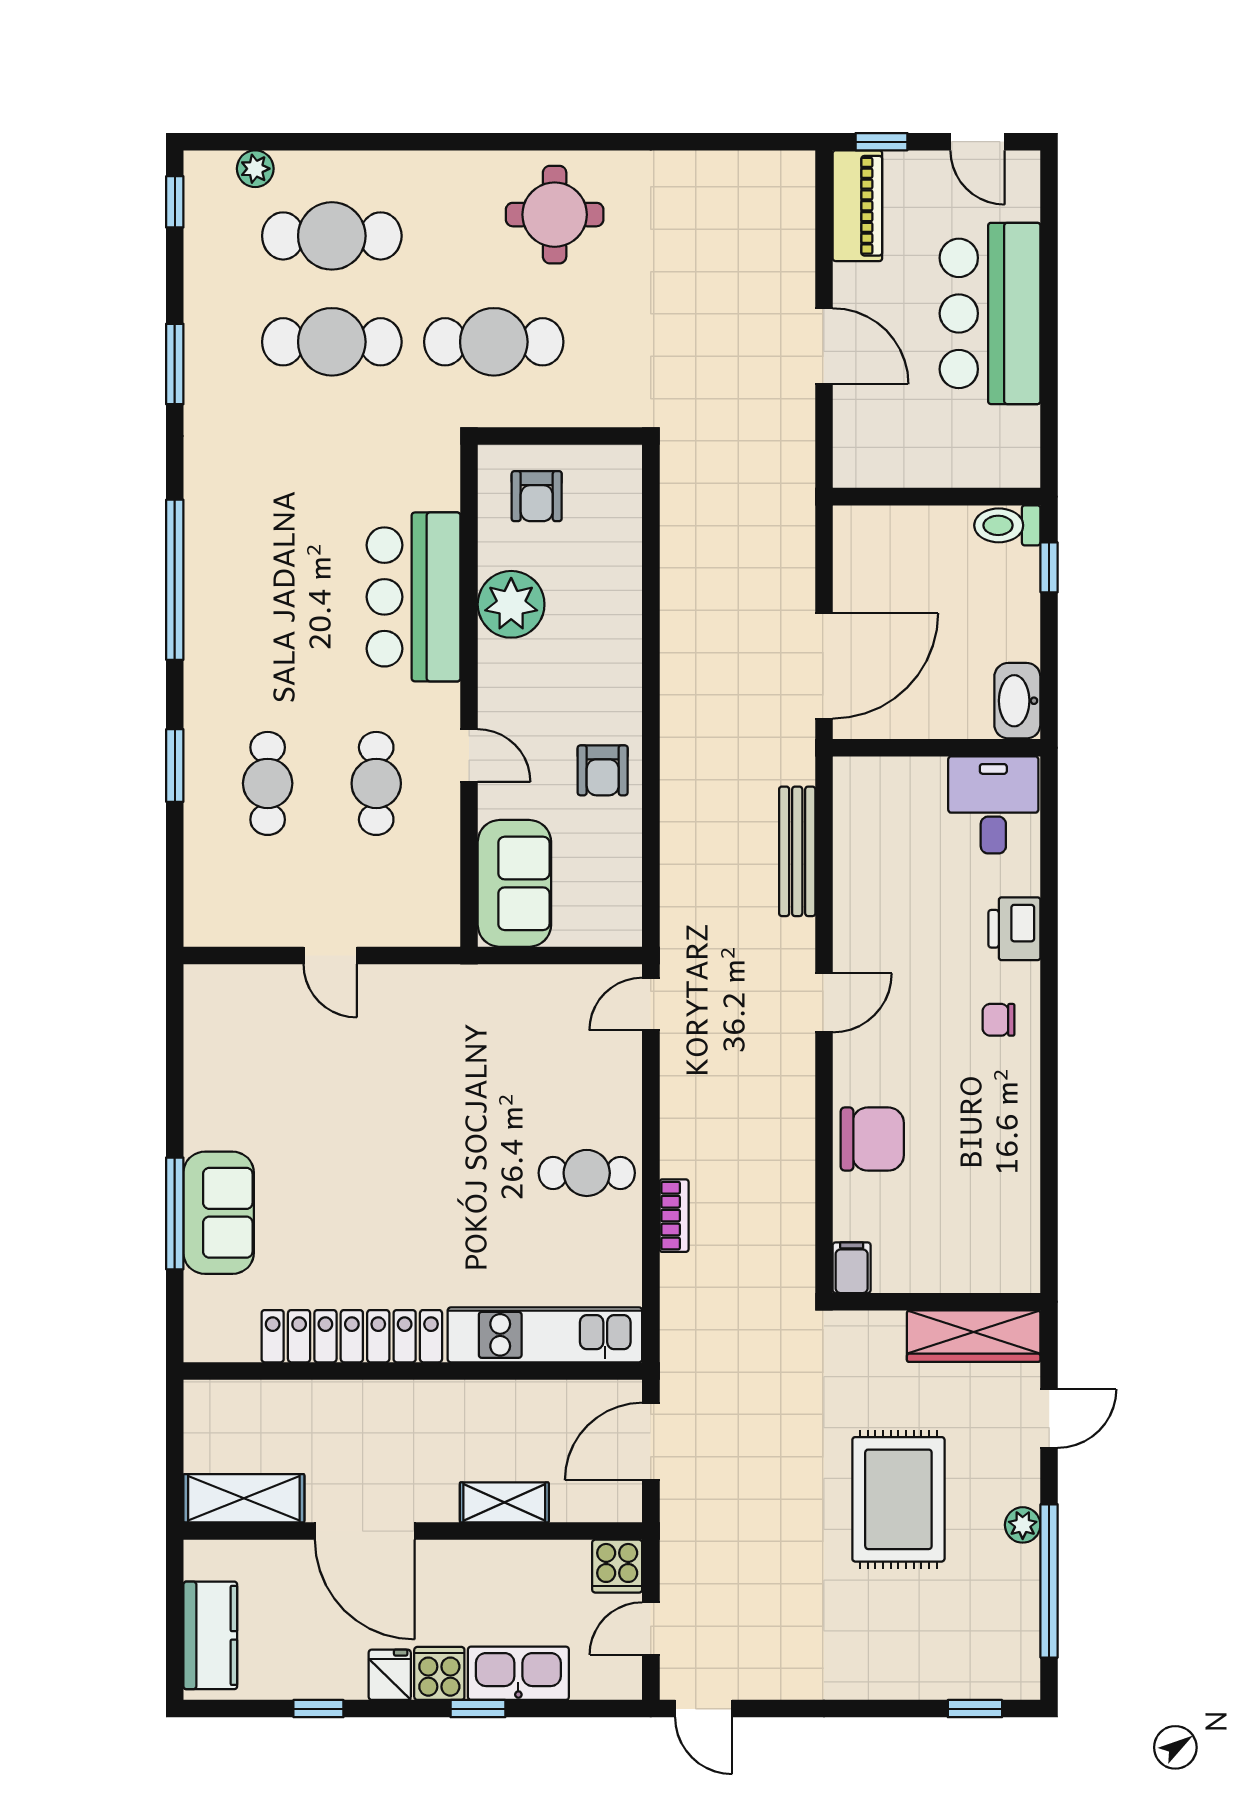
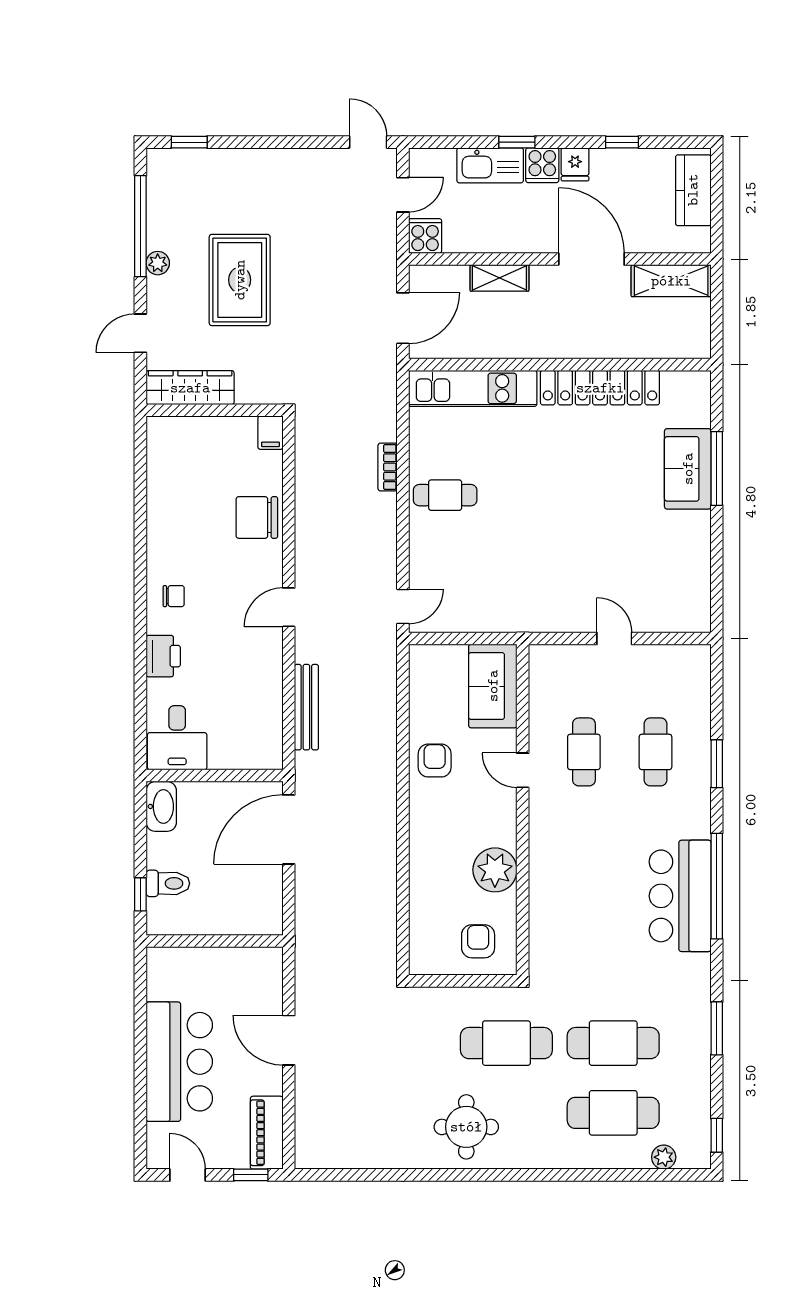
toilet: (1007, 525) -> (168, 883), moved
bar counter: (414, 597) -> (680, 896), moved, turned 180

